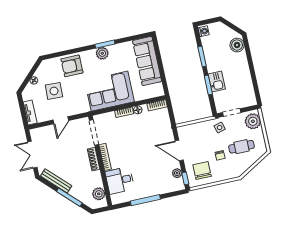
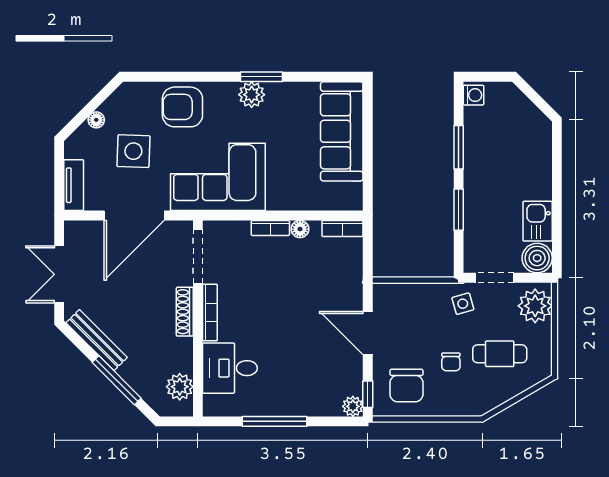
boiler: (237, 45) -> (537, 258), moved
kitchen sink: (217, 81) -> (538, 221), moved, turned 180
corner sofa: (110, 91) -> (218, 177), moved
door: (61, 120) -> (134, 216), width x1.87
chair: (202, 171) -> (406, 386), turned 180
plant: (177, 173) -> (353, 406), moved

